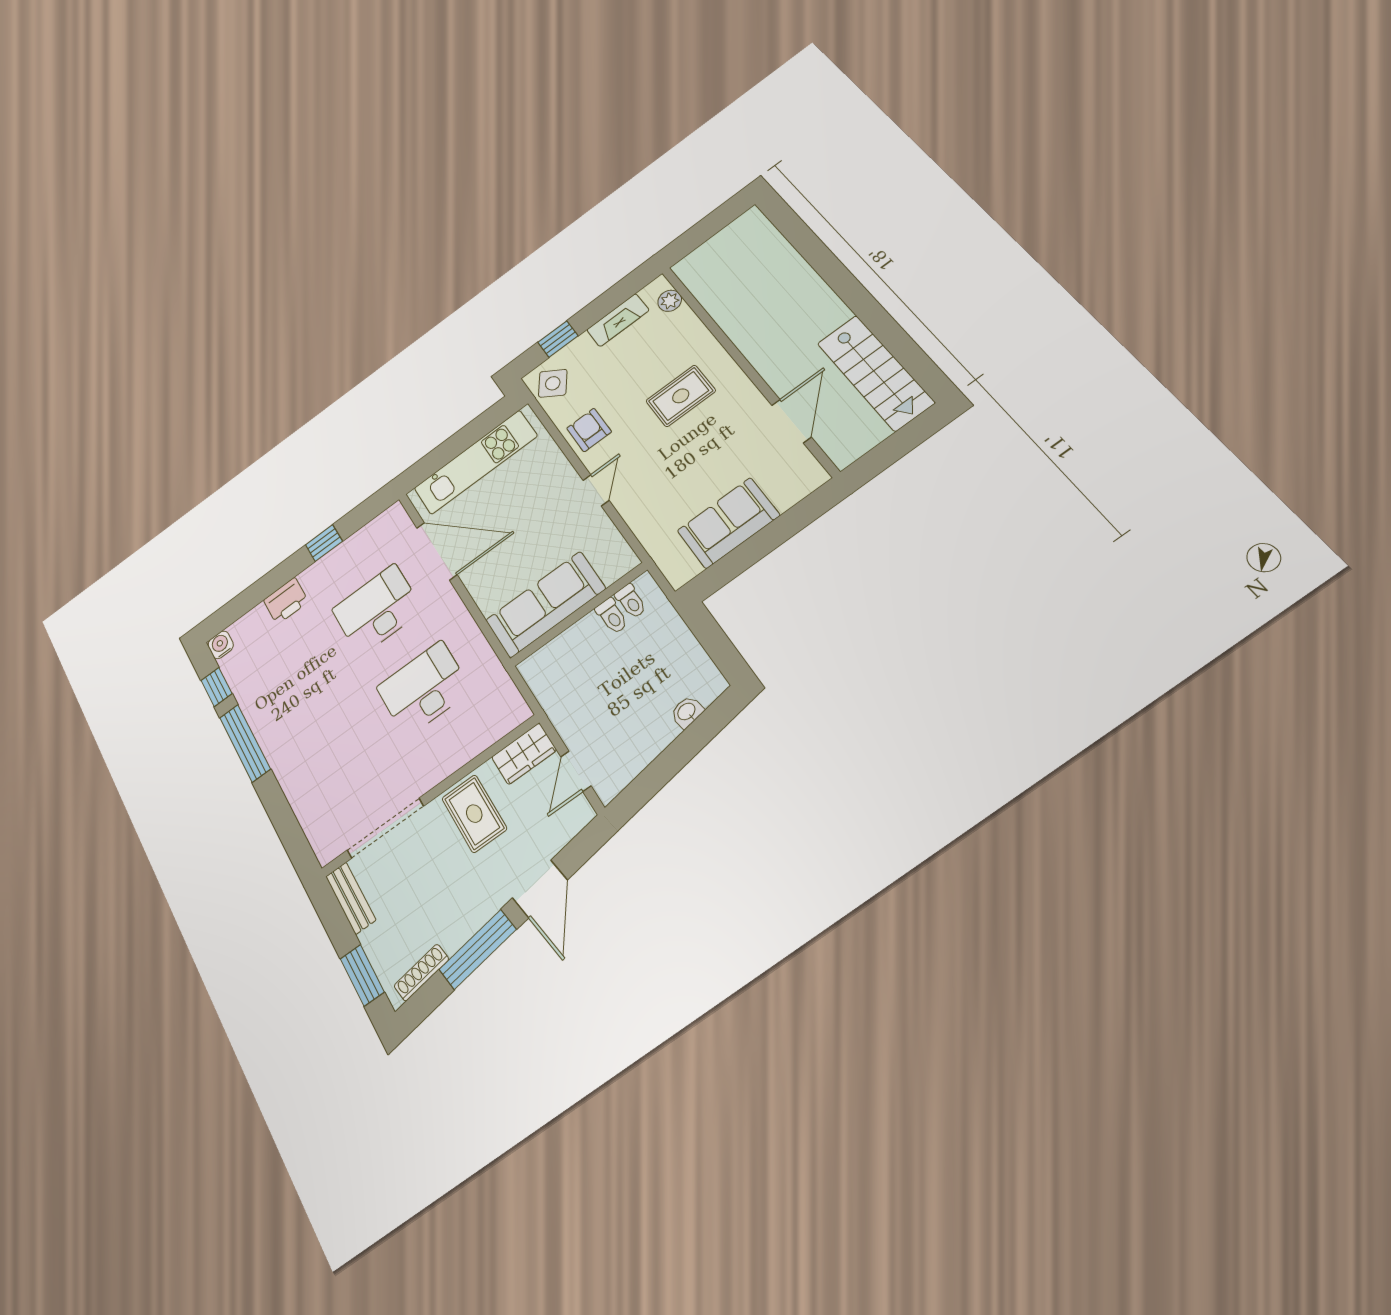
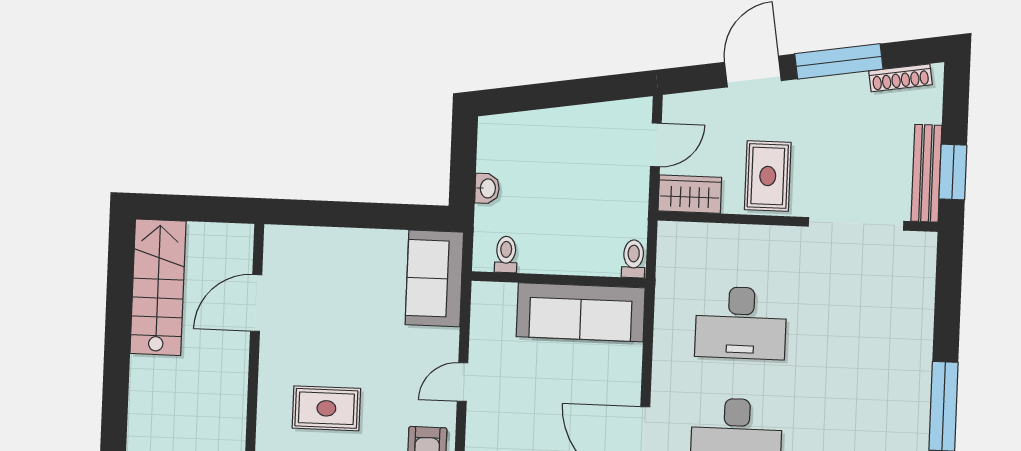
sofa: (728, 523) -> (434, 278), moved, turned 90
toilet: (612, 616) -> (633, 259), moved
washbasin: (687, 712) -> (487, 188), moved, turned -81
bench: (351, 898) -> (926, 173), width x1.36
window: (362, 975) -> (953, 172), moved

